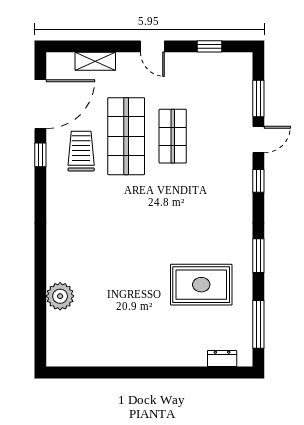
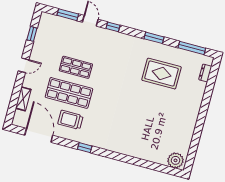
window: (40, 155) -> (85, 148), moved
rug: (201, 285) -> (162, 74), turned 90
plant: (60, 296) -> (176, 160), moved

